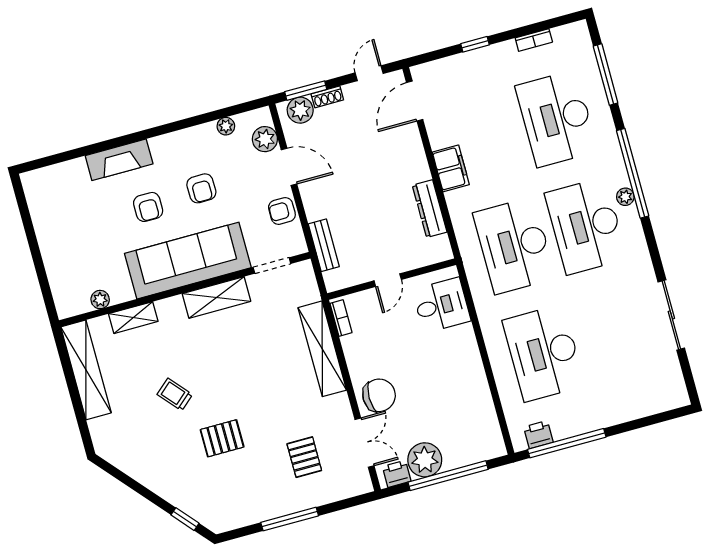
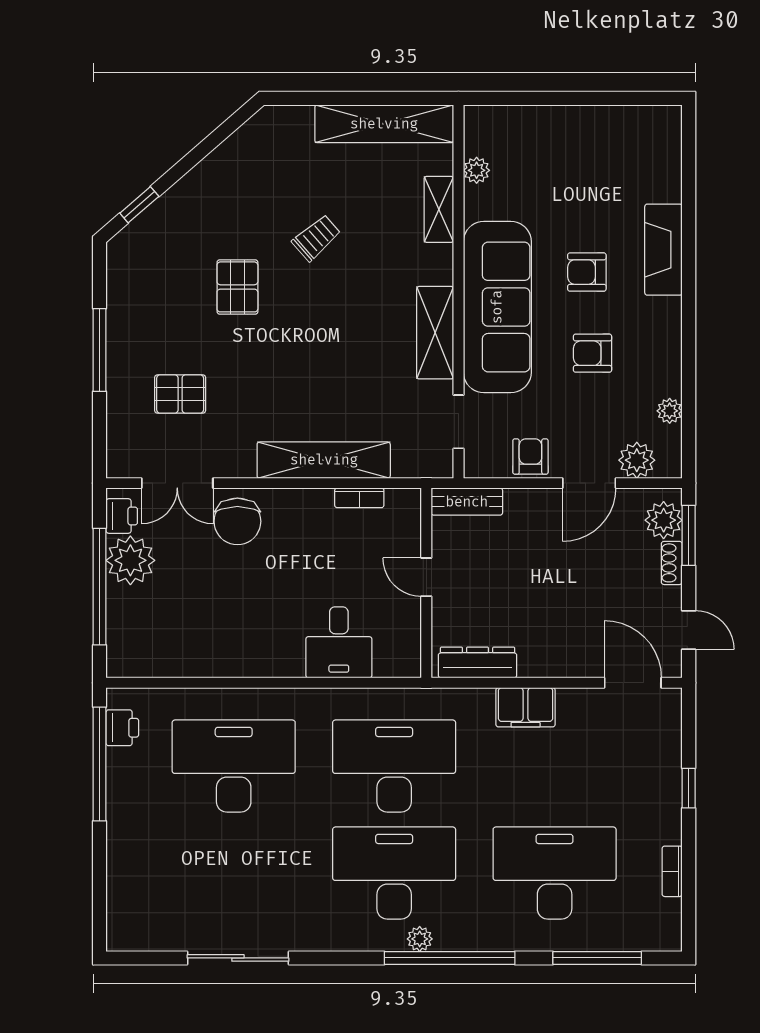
wall: (392, 279) -> (426, 583), moved
door: (388, 280) -> (426, 577), moved

